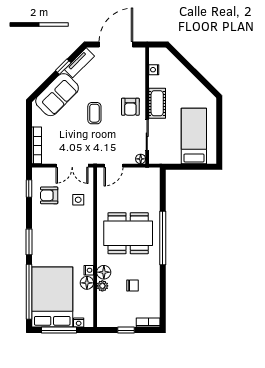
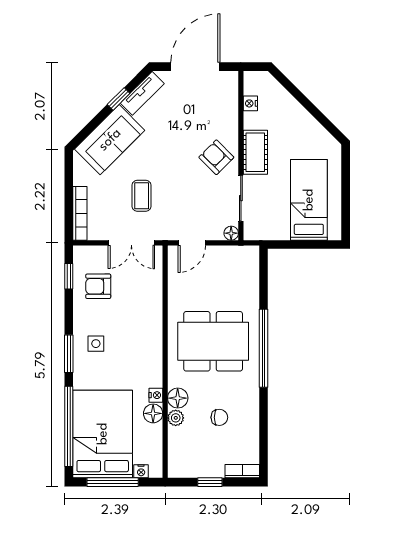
armchair: (130, 107) -> (216, 157), turned 135
coffee table: (94, 113) -> (142, 196), moved
side table: (78, 200) -> (96, 344), moved

